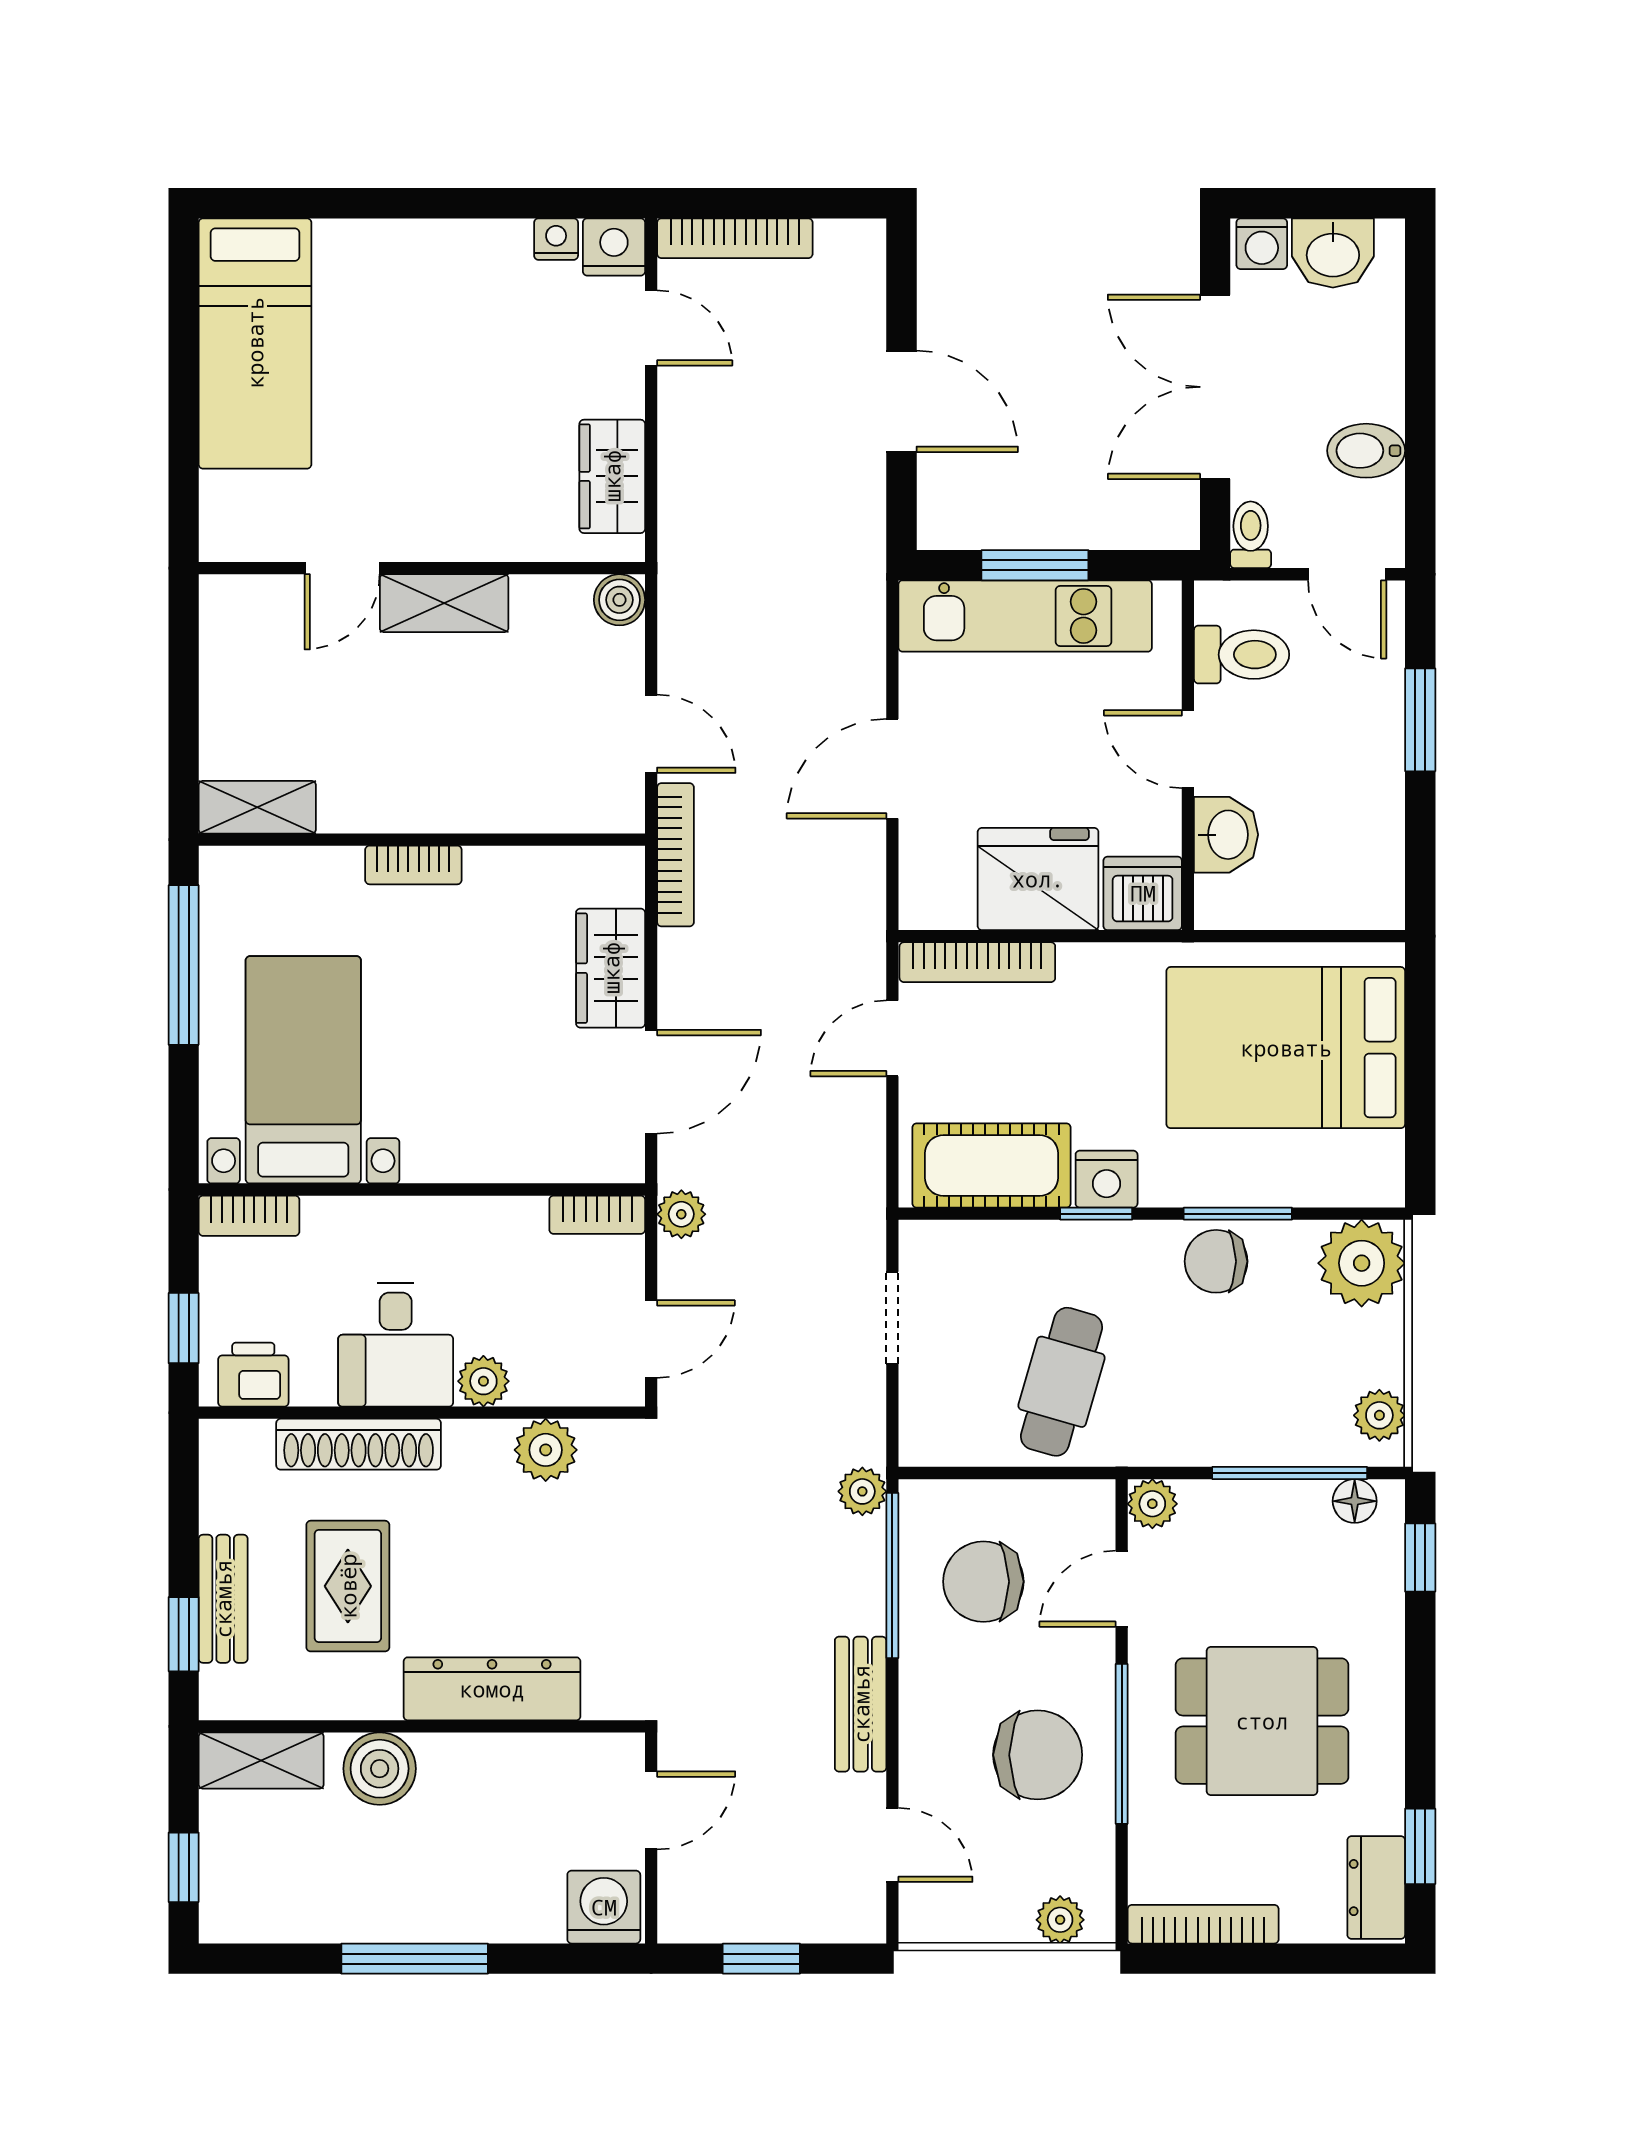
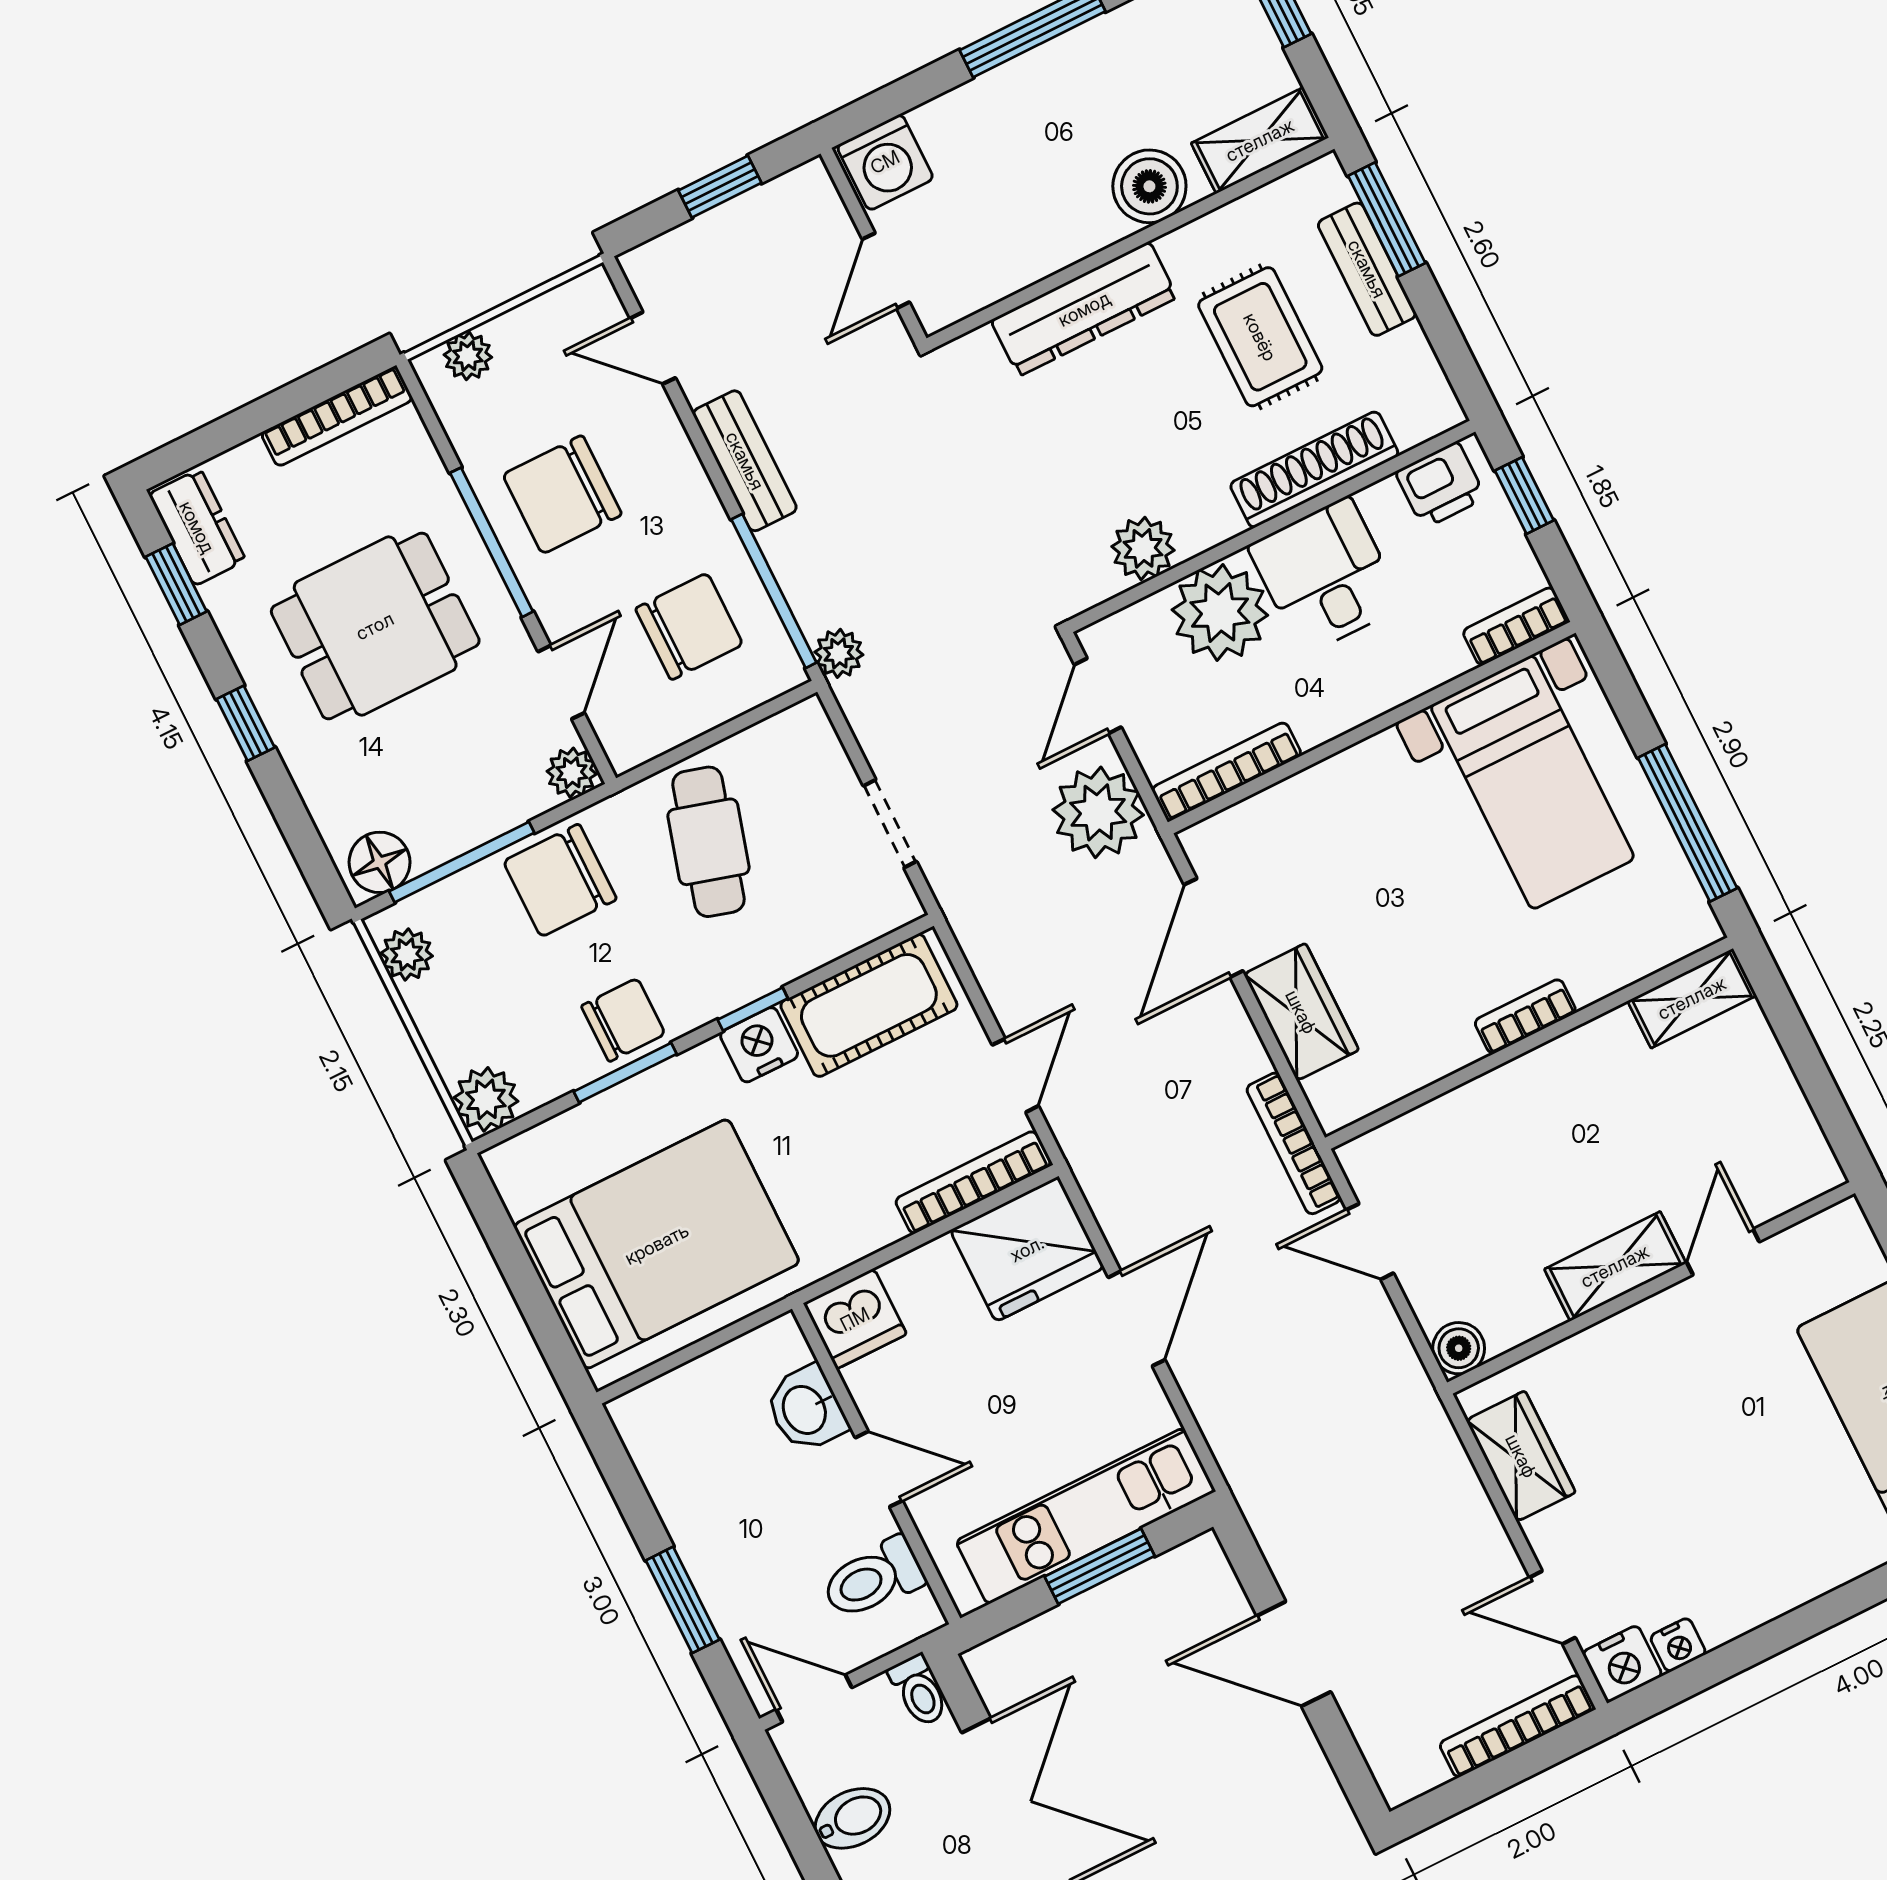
fridge: (1038, 879) -> (1027, 1249), moved
plant: (681, 1214) -> (1098, 812), width x1.87, depth x1.87
bookcase: (597, 1215) -> (1227, 772), width x1.56
plant: (1362, 1263) -> (486, 1099), width x0.73, depth x0.73
plant: (483, 1381) -> (1220, 613), width x1.88, depth x1.88
chair: (1210, 1413) -> (560, 880), added
floor lamp: (1355, 1501) -> (380, 862), width x1.37, depth x1.37
window: (1420, 1558) -> (246, 723), moved
window: (184, 1634) -> (1387, 219), width x1.50

